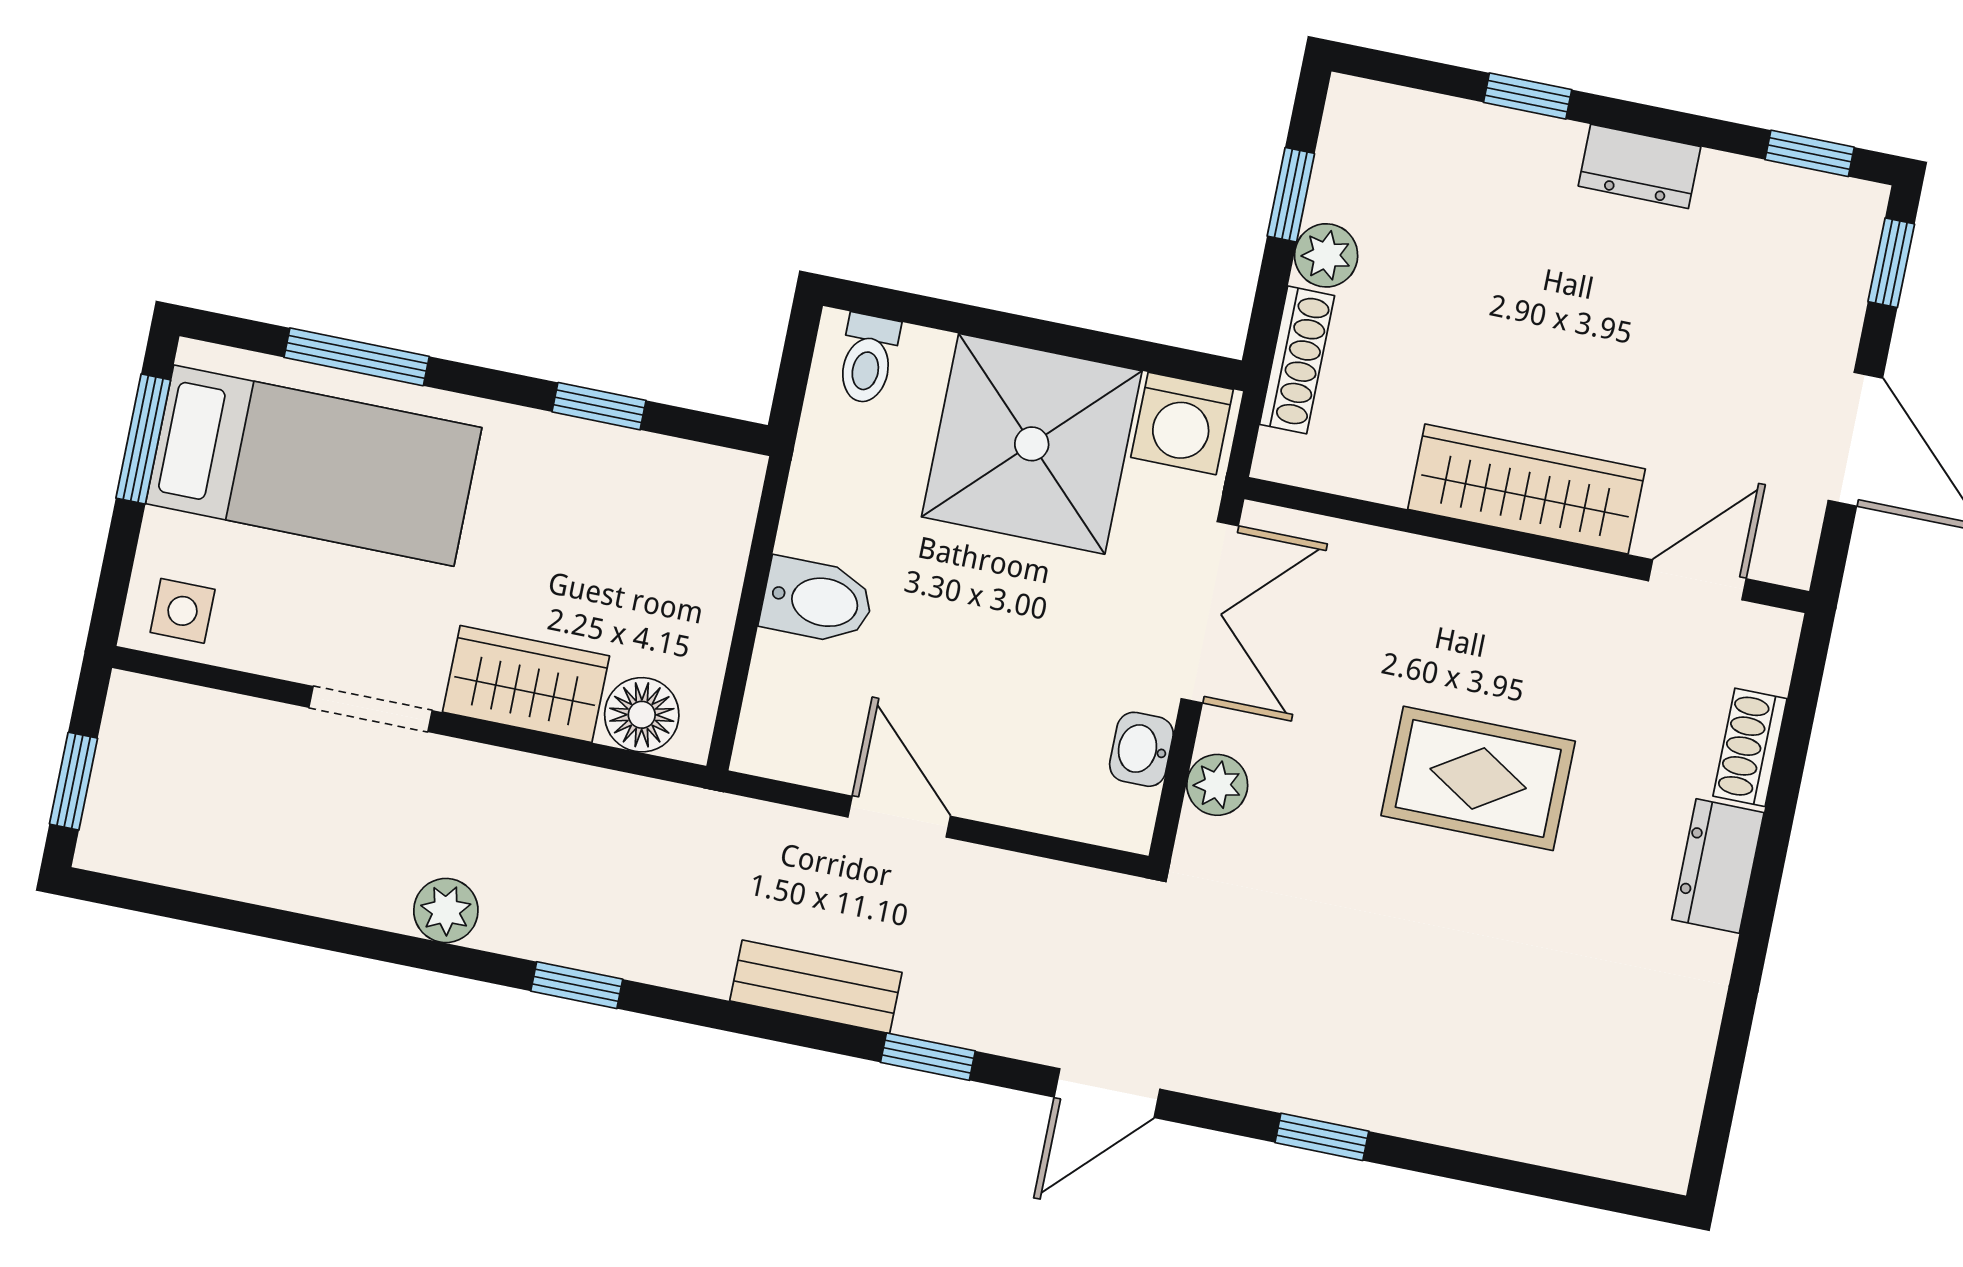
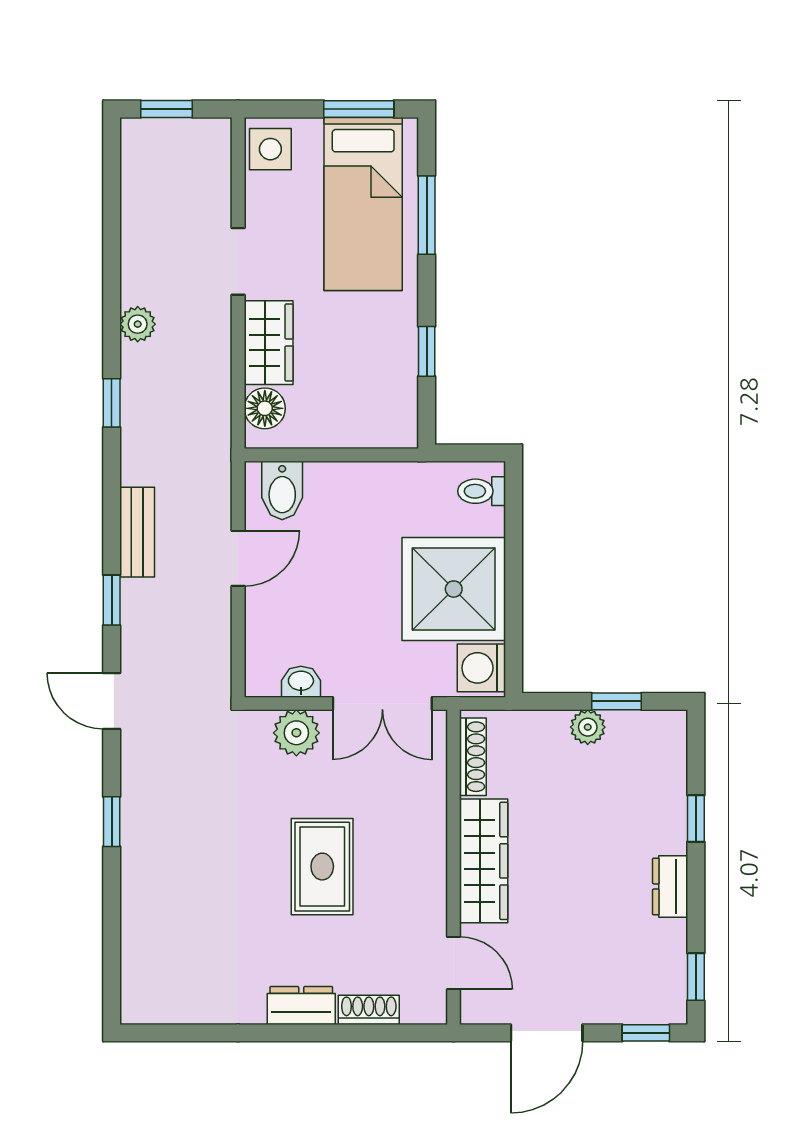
shoe rack: (1297, 360) -> (473, 757), moved, turned -90
bidet: (817, 601) -> (282, 491), moved
side table: (183, 611) -> (270, 149), width x1.37, depth x1.37
plant: (1217, 785) -> (296, 733), width x1.38, depth x1.38

